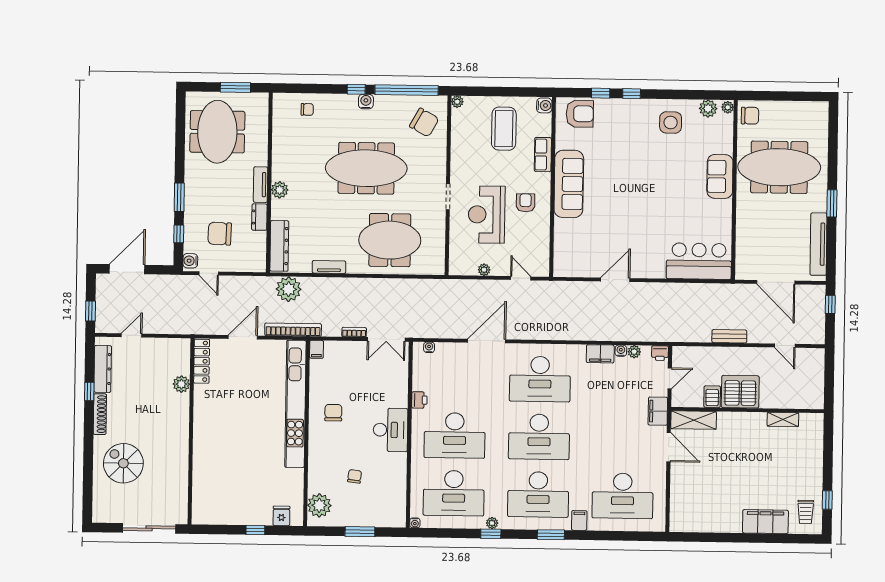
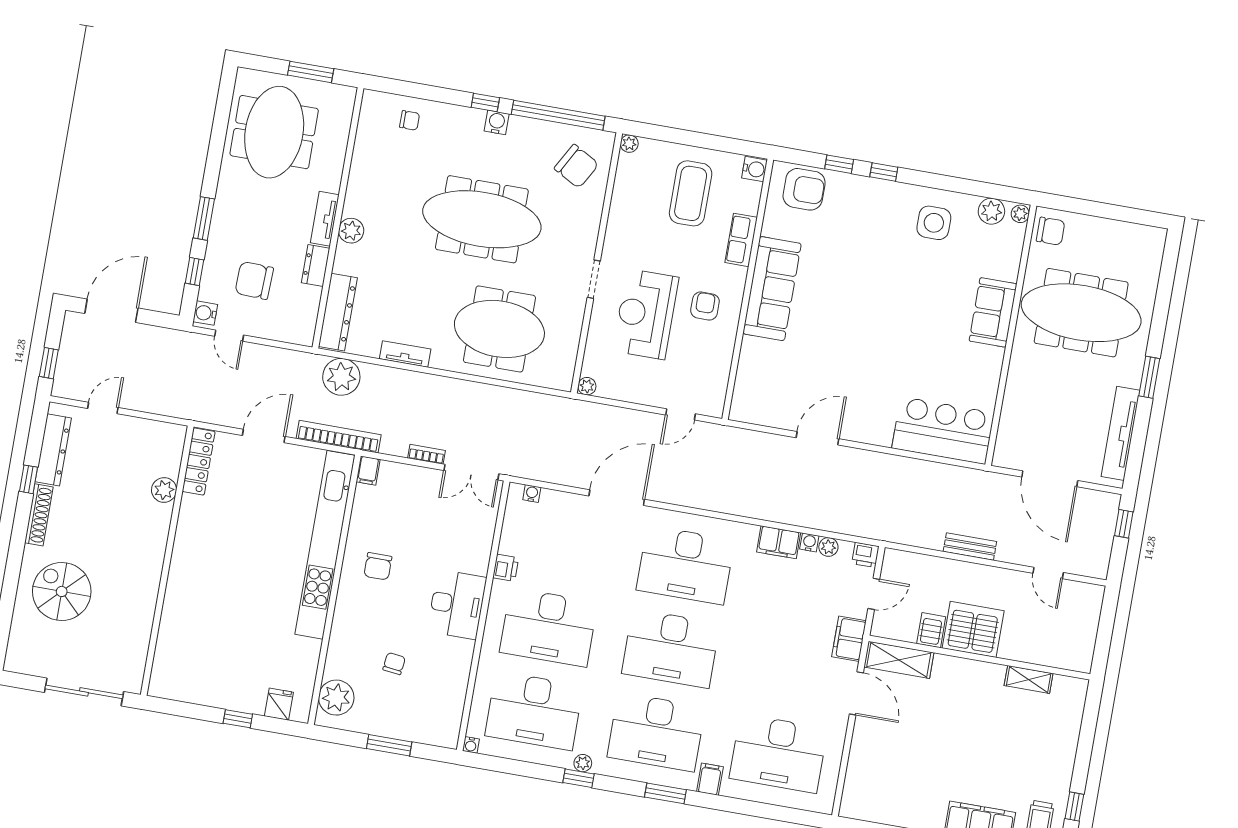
plant: (484, 270) -> (587, 386), moved
door: (521, 278) -> (681, 414), swing flipped
chair: (333, 413) -> (378, 566), turned 180

